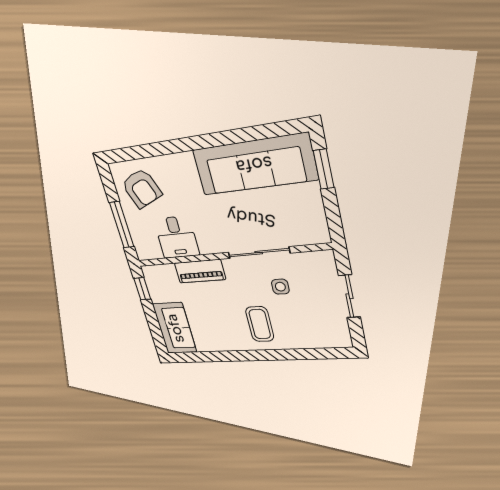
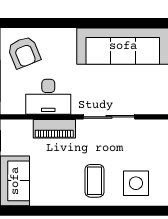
desk: (176, 237) -> (48, 97), width x1.37
side table: (280, 287) -> (136, 183), moved, width x1.87, depth x1.87

